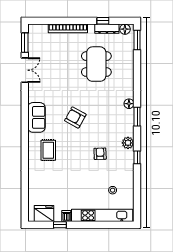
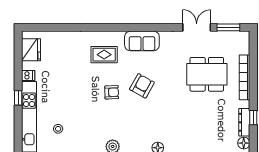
dining table: (96, 64) -> (207, 74), moved
double door: (25, 70) -> (197, 27), swing flipped
armchair: (100, 154) -> (112, 92), moved
window: (60, 225) -> (18, 98), moved

